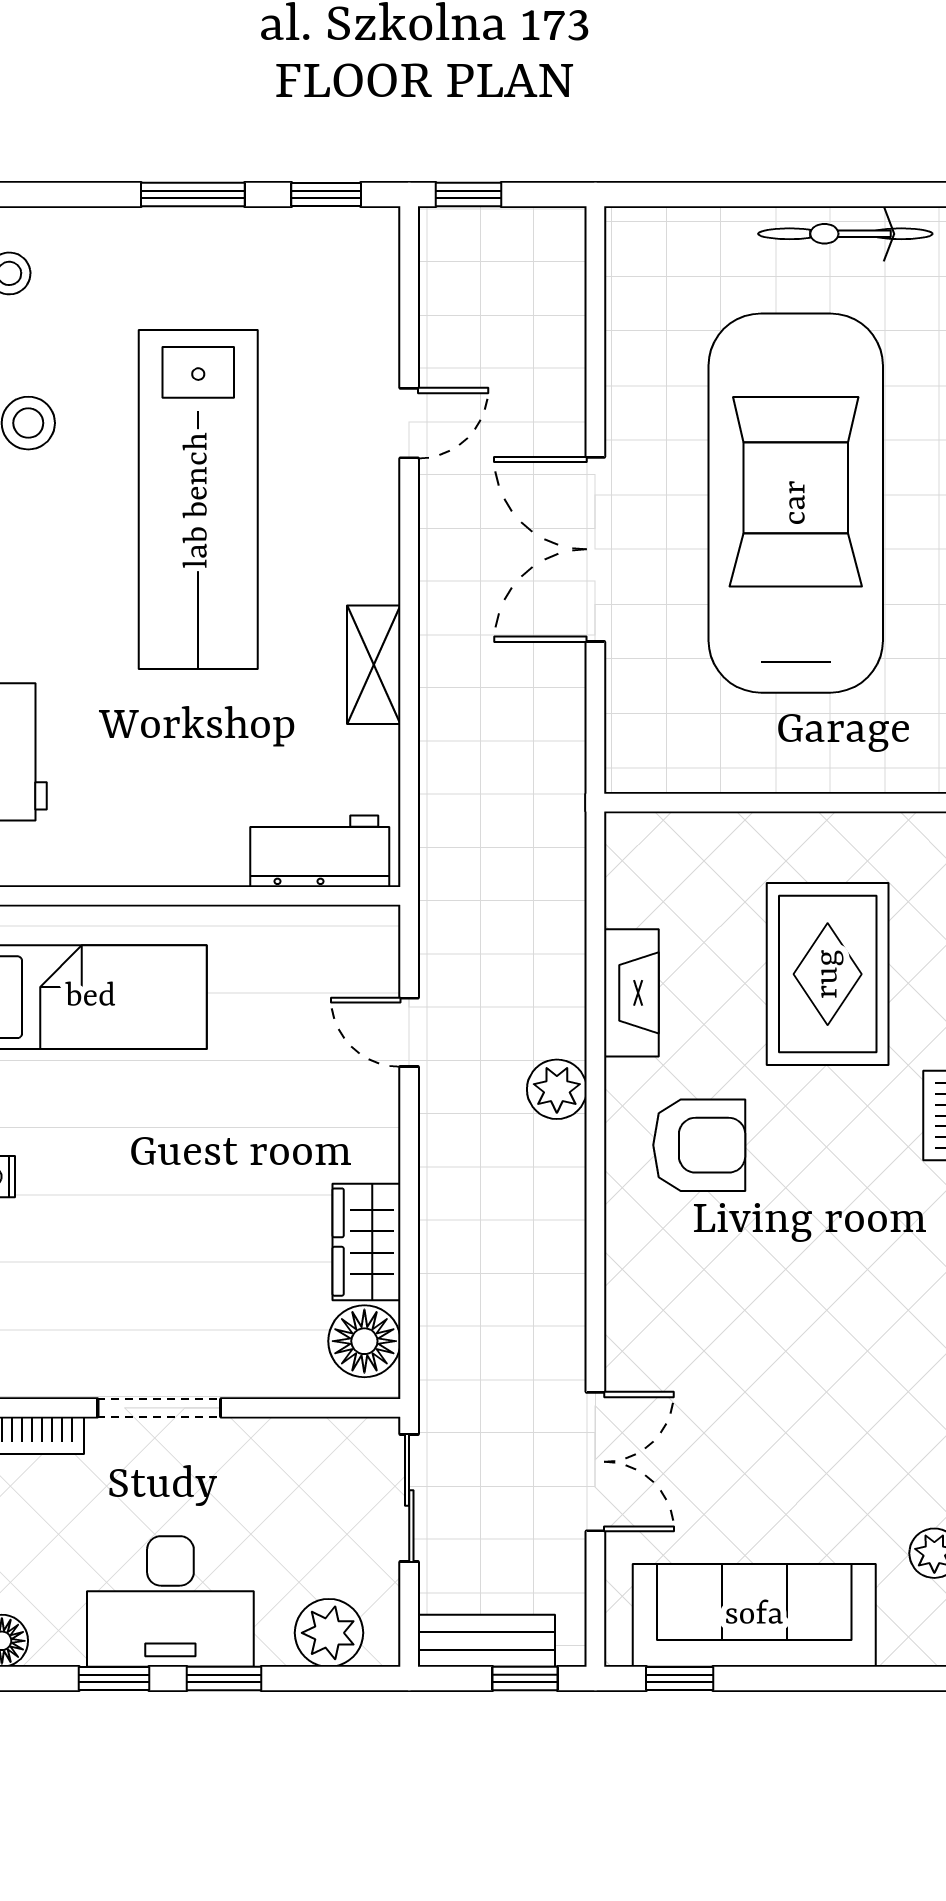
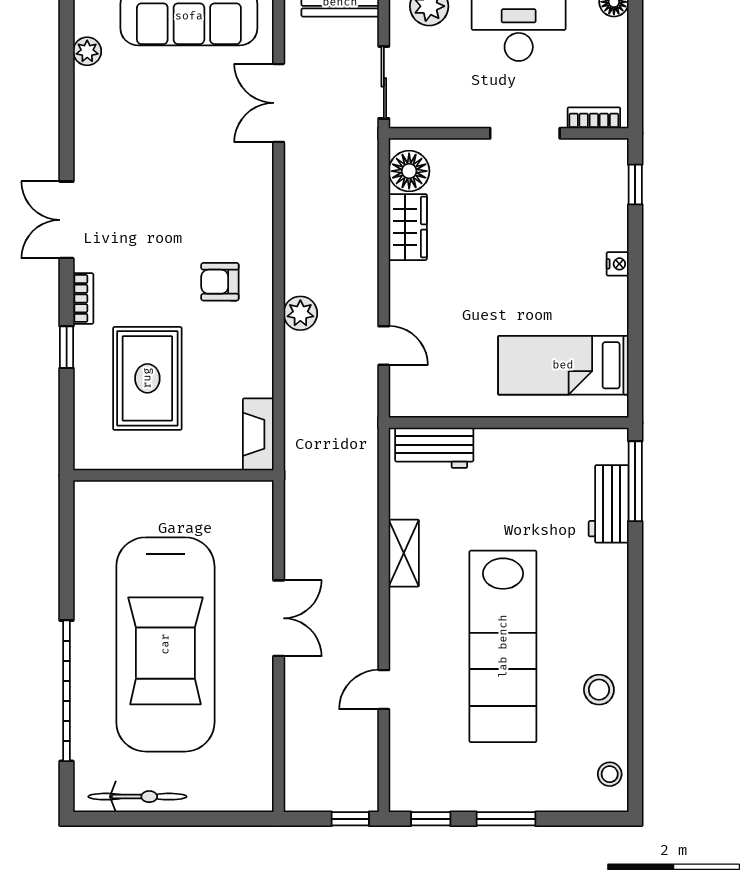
lab bench: (198, 500) -> (503, 646), turned 180
double door: (595, 549) -> (279, 618), width x0.73
fireplace: (631, 993) -> (258, 434), moved
armchair: (699, 1145) -> (220, 282), width x0.72, depth x0.72

